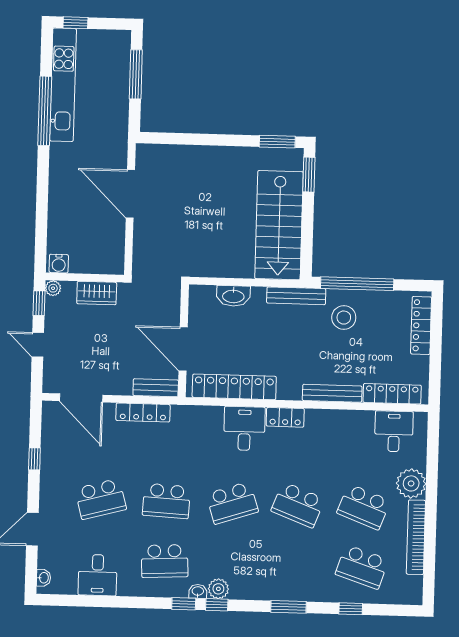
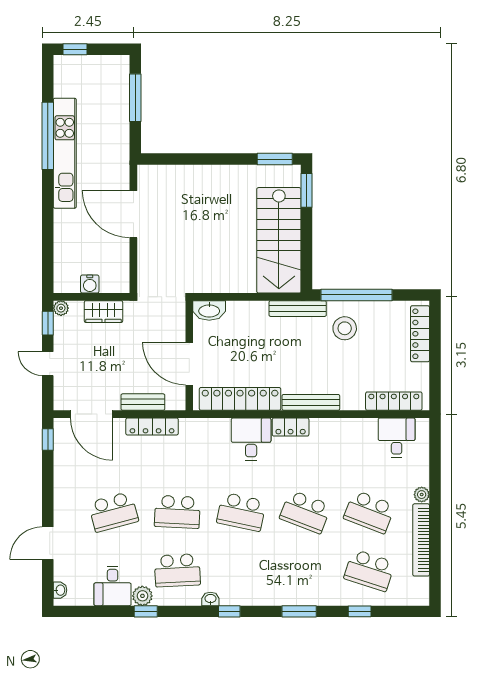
kitchen unit: (63, 85) -> (65, 153), moved
water cooler: (59, 264) -> (90, 284), moved
washbasin: (233, 296) -> (209, 310), moved
bench: (156, 388) -> (143, 402), moved
bench: (332, 393) -> (311, 402), moved
window: (34, 459) -> (48, 439), moved
plant: (411, 483) -> (422, 495), width x0.53, depth x0.53
school desk: (232, 503) -> (241, 512), turned 30
plant: (218, 589) -> (142, 596), moved
window: (184, 604) -> (146, 611), moved

